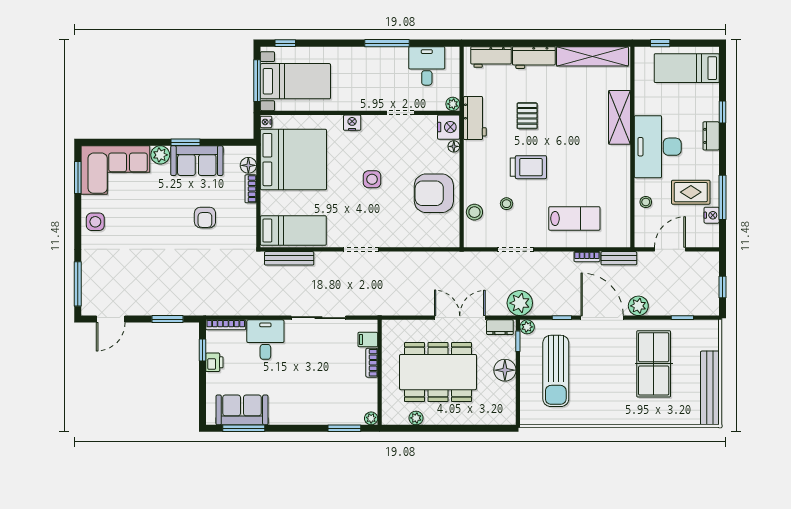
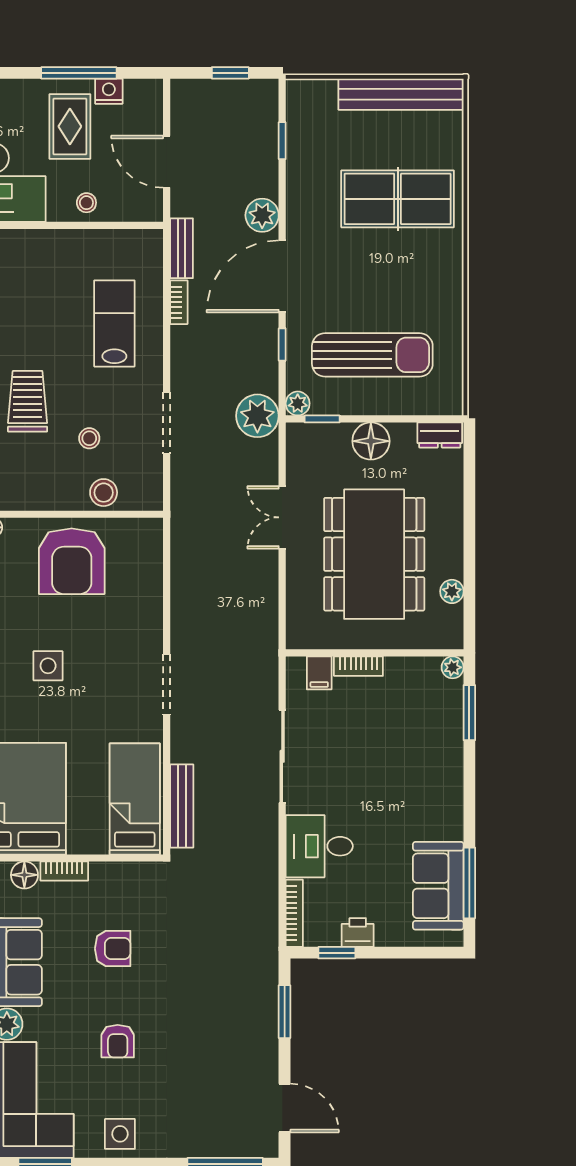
armchair: (150, 220) -> (118, 1041), added
double door: (460, 318) -> (282, 517), width x0.73
dresser: (500, 327) -> (440, 435), moved, turned 90
table tennis table: (654, 364) -> (398, 199), moved

